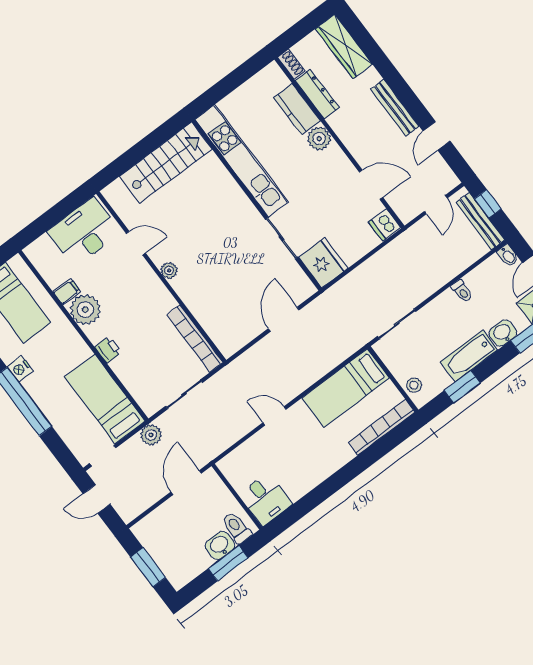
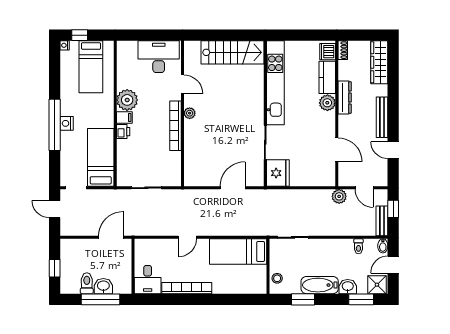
dresser: (317, 94) -> (345, 97), moved
door: (437, 136) -> (393, 150), hinge flipped
door: (436, 205) -> (364, 188), hinge flipped
bench: (480, 221) -> (382, 221), width x0.73
dishwasher: (385, 225) -> (328, 52), moved
toilet: (462, 291) -> (358, 246), moved
filing cabinet: (67, 292) -> (124, 117), moved
bookcase: (195, 339) -> (176, 126), moved
nightstand: (20, 369) -> (67, 123), moved
door: (275, 416) -> (187, 237), swing flipped
bookcase: (382, 427) -> (187, 288), moved
plant: (151, 435) -> (339, 196), moved
toilet: (237, 528) -> (87, 283), moved
window: (228, 563) -> (101, 299), width x1.44
window: (148, 567) -> (55, 268), width x0.67

